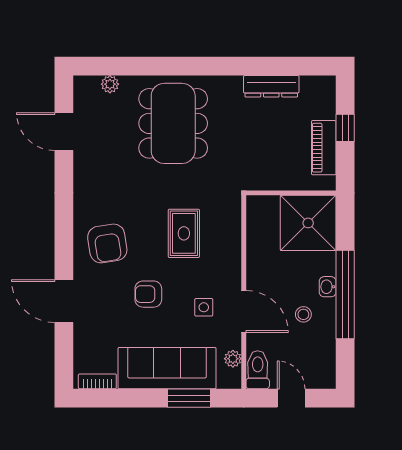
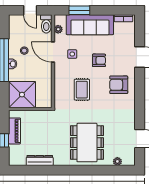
armchair: (107, 243) -> (119, 85), turned -81

